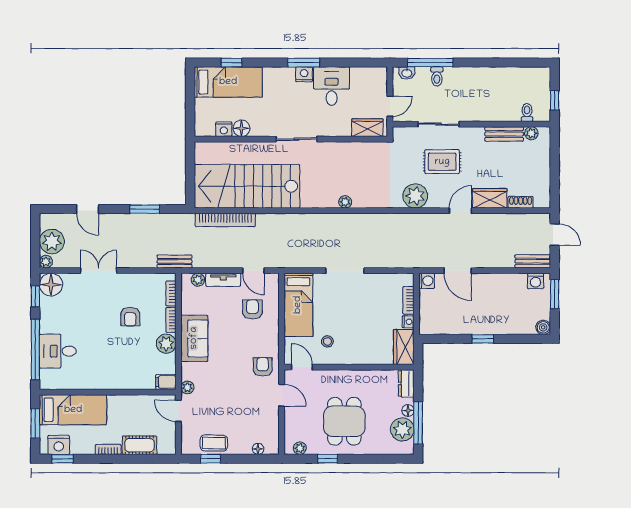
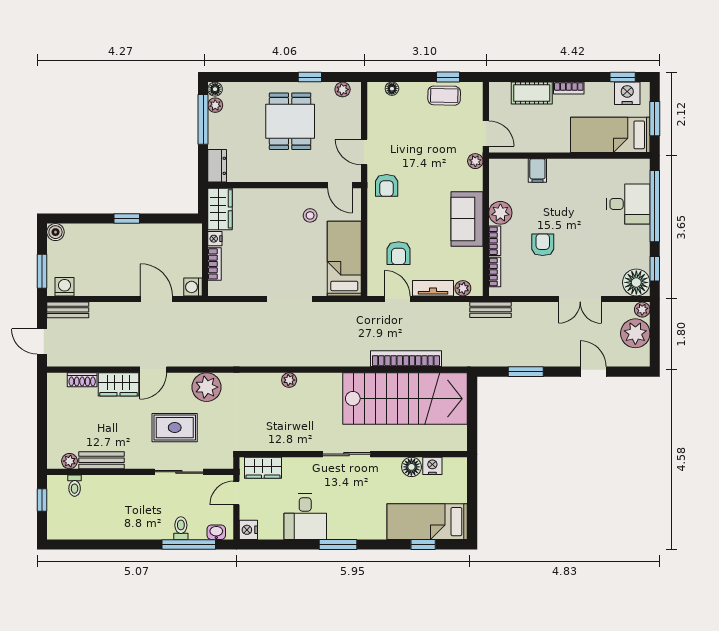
nightstand: (304, 74) -> (248, 530), moved, turned 90
bookcase: (225, 220) -> (406, 359), moved
filing cabinet: (166, 382) -> (537, 170), moved, turned 90
floor lamp: (408, 410) -> (215, 89), moved
plant: (402, 429) -> (215, 105), width x0.53, depth x0.53

